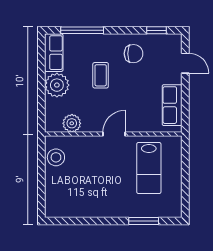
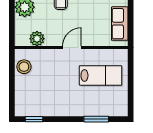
lab bench: (149, 168) -> (101, 75), turned -90
window: (68, 221) -> (34, 119), added

